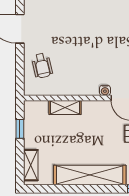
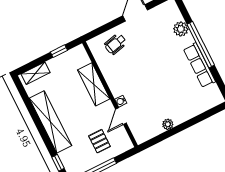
shelving: (65, 107) -> (94, 84), width x1.50, depth x1.33

